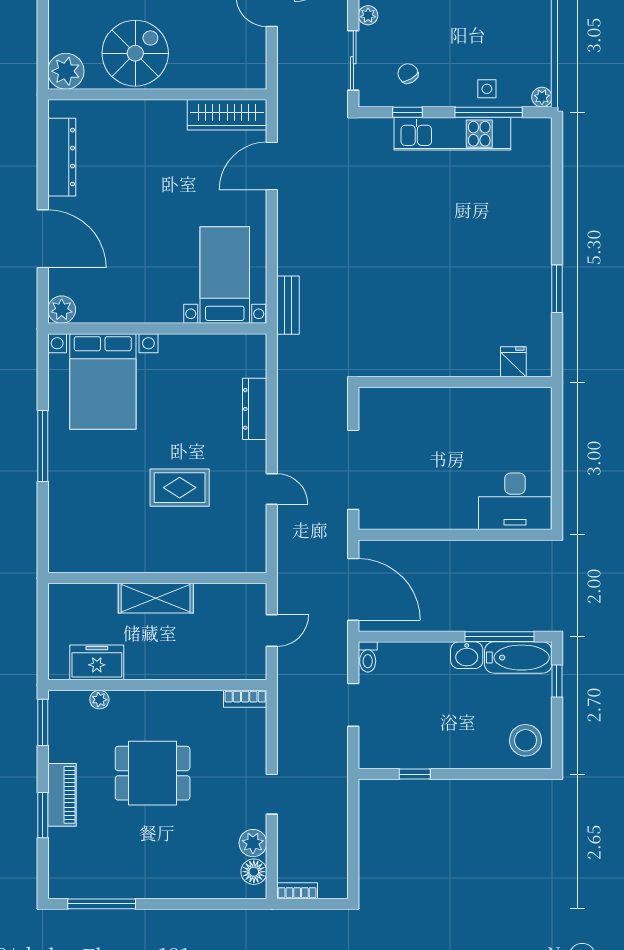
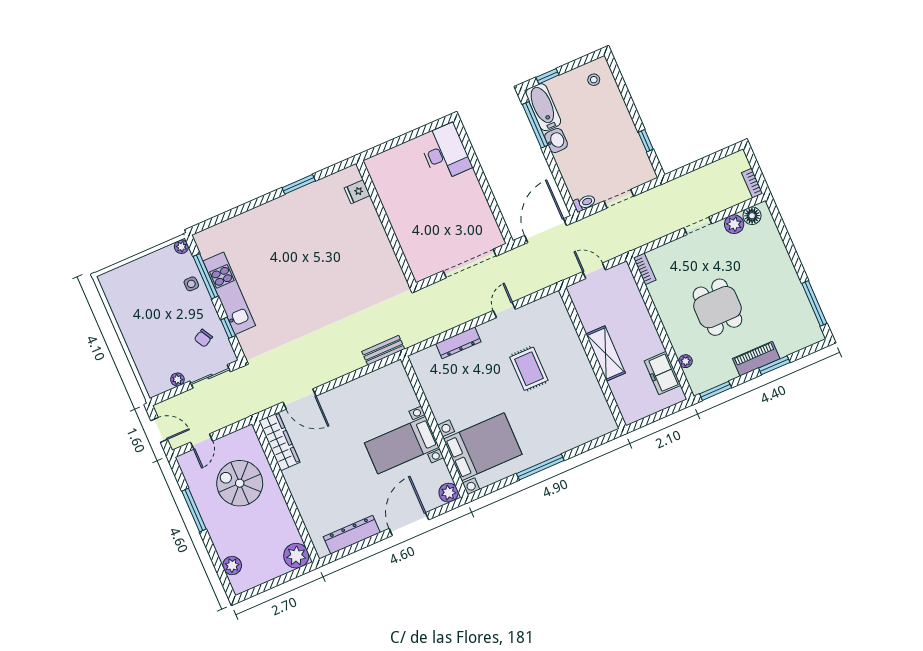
spiral stairs: (135, 53) -> (240, 483), moved
bed with nightstands: (225, 275) -> (402, 445), moved
stool: (526, 740) -> (594, 80), width x0.53, depth x0.53

